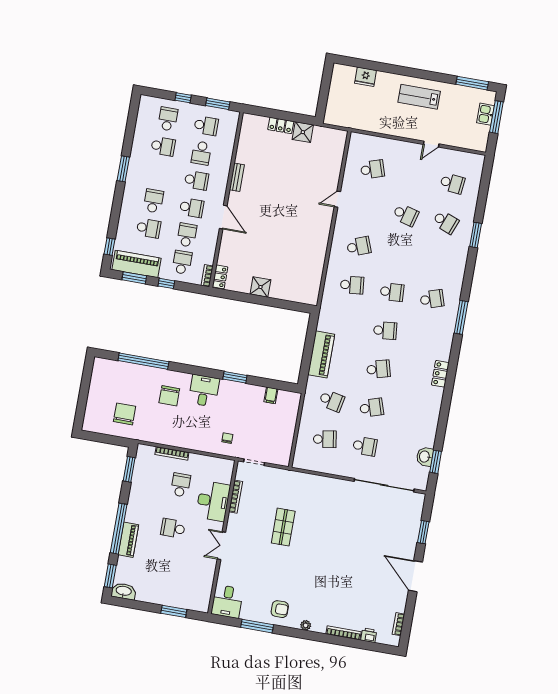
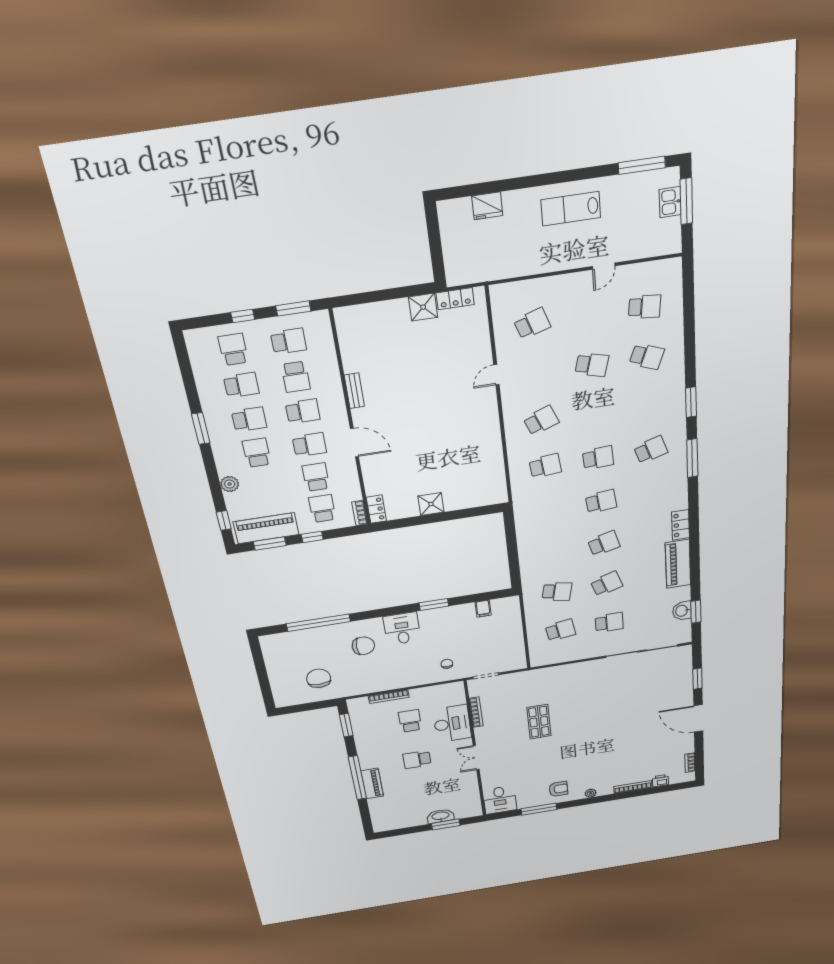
locker: (281, 125) -> (455, 299), moved
plant: (125, 219) -> (230, 484), added
school desk: (149, 228) -> (249, 419), moved
window: (476, 235) -> (691, 402), moved
piano: (321, 354) -> (678, 564), moved, turned 180
chair: (169, 396) -> (363, 646), turned -89
window: (110, 576) -> (366, 818), removed
washbasin: (124, 591) -> (440, 816), moved

